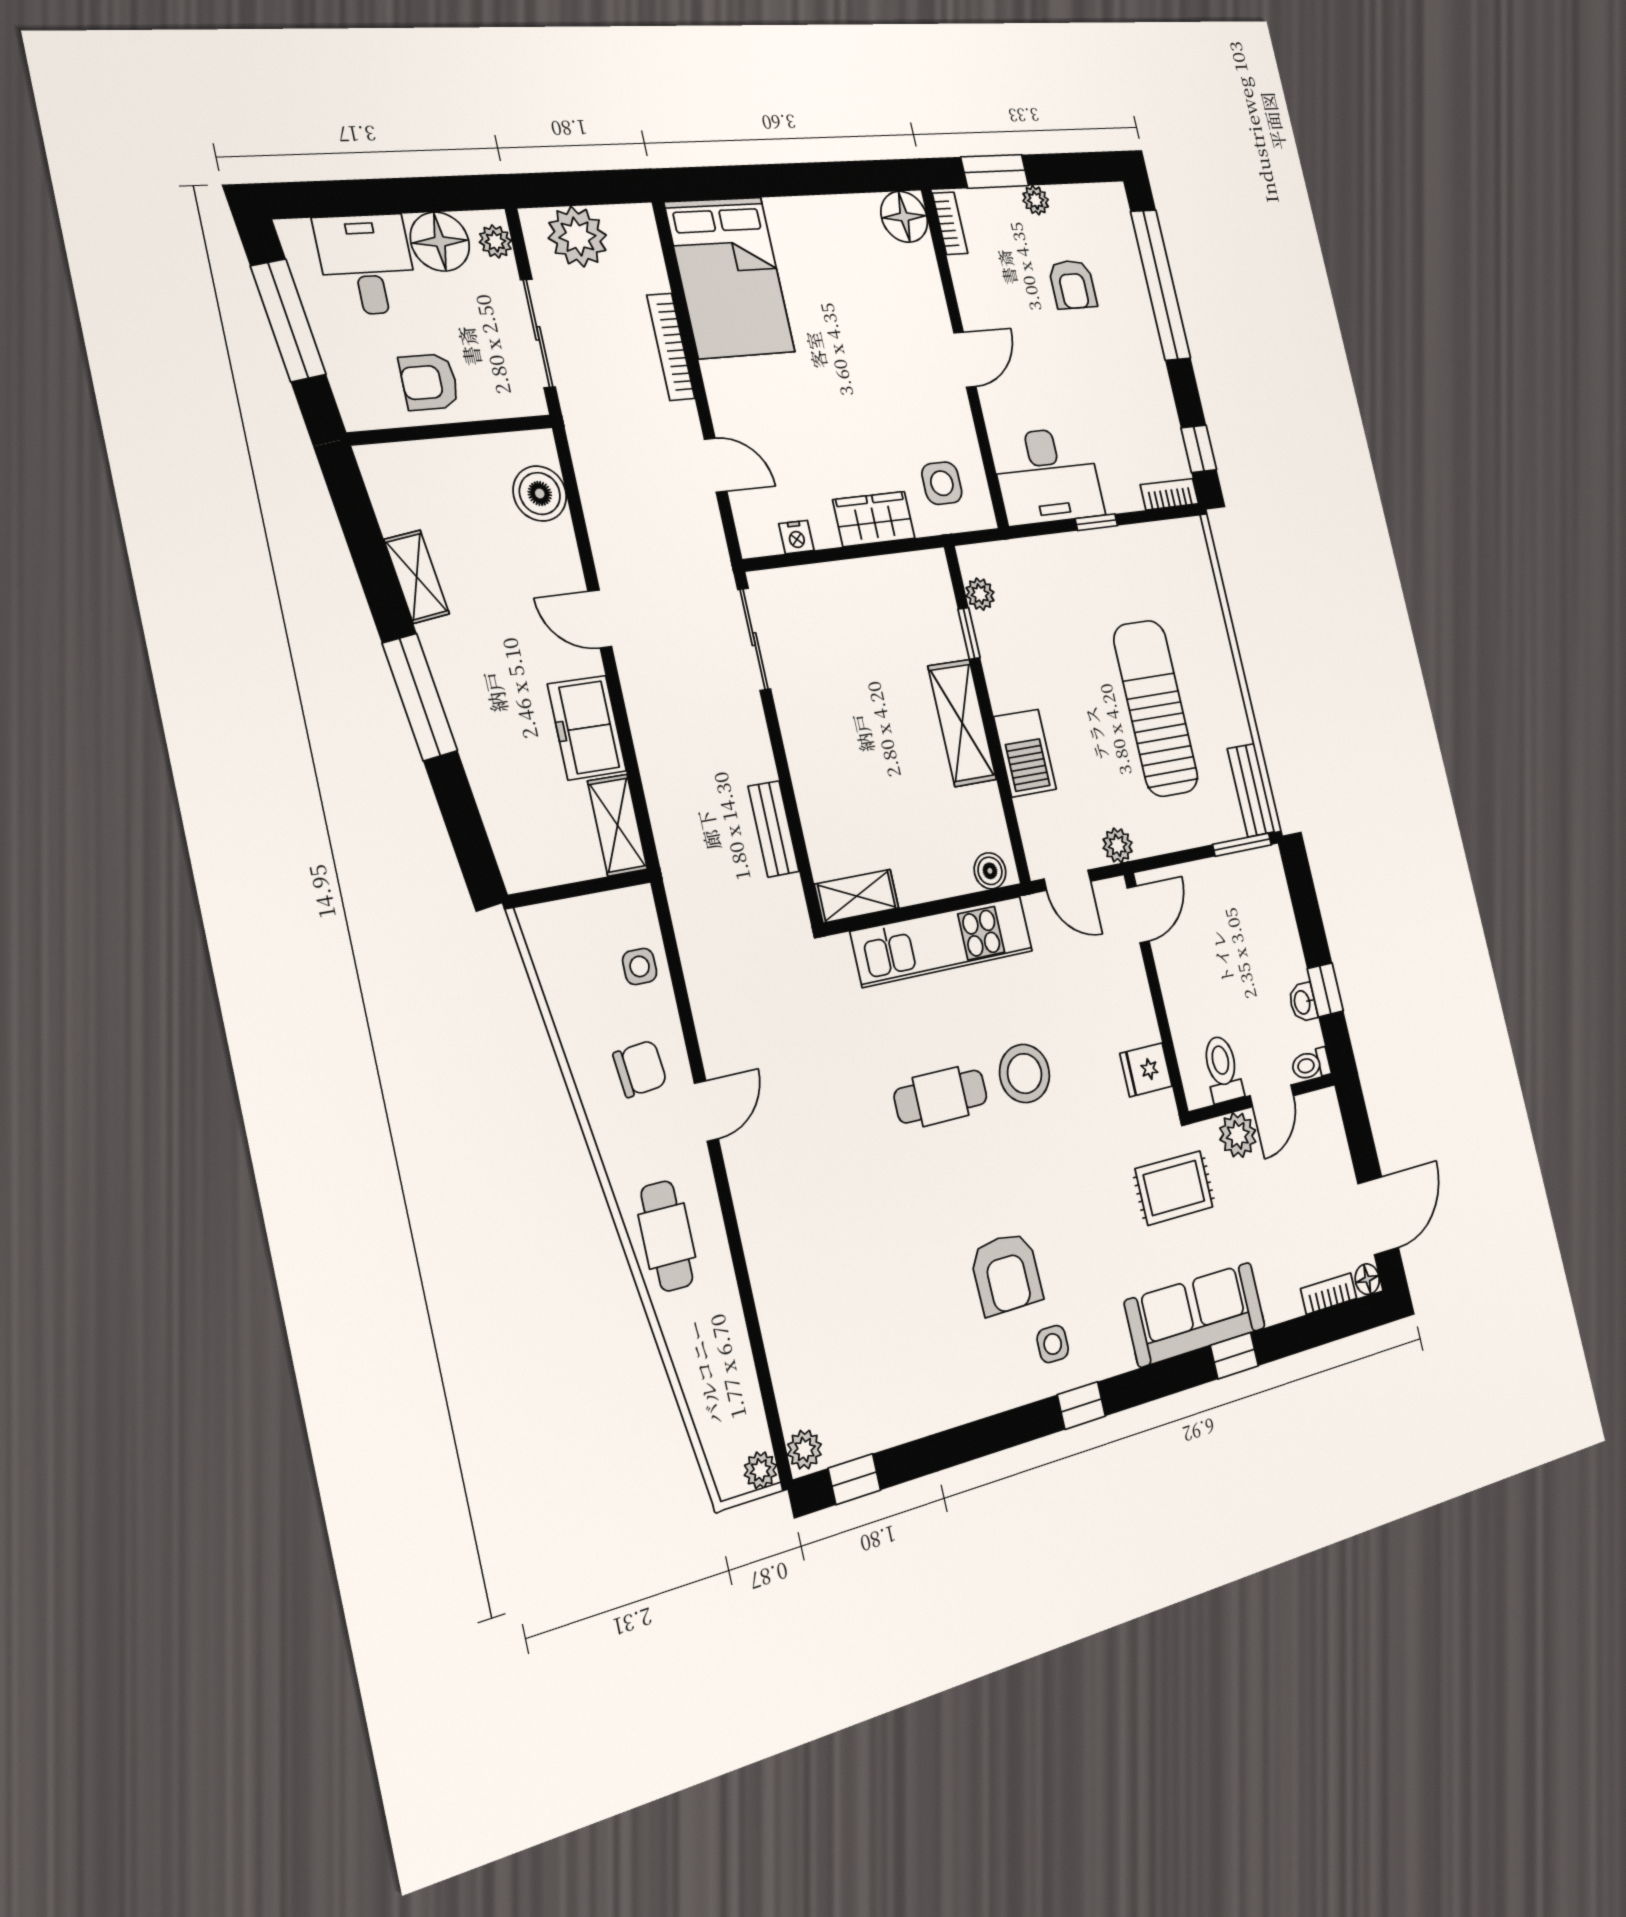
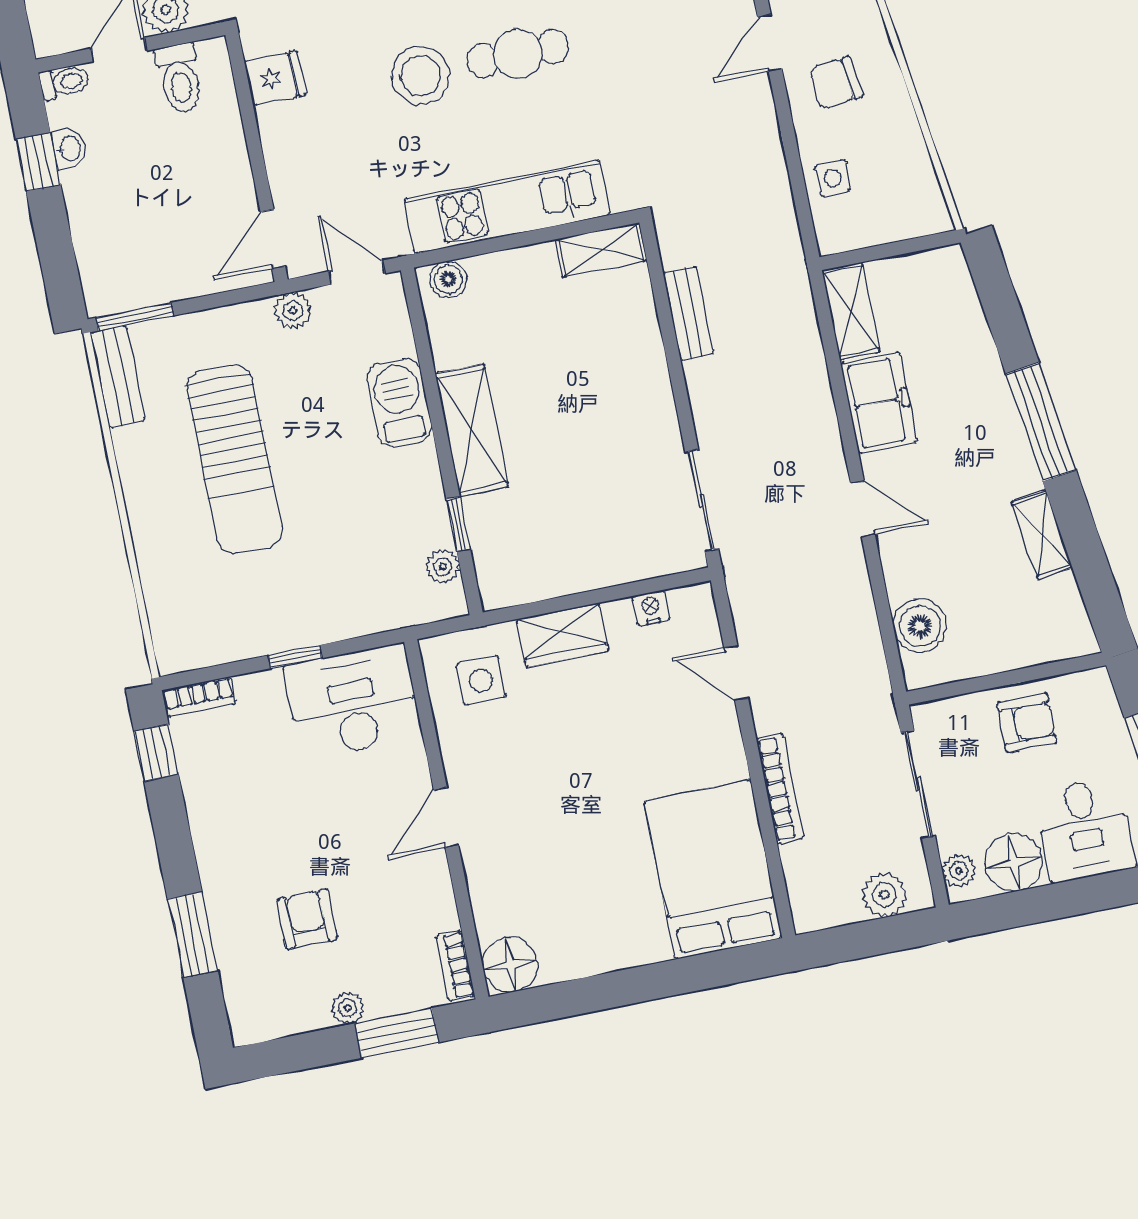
plant: (577, 237) -> (884, 895), width x0.73, depth x0.73
window: (1160, 285) -> (193, 935), width x0.47

